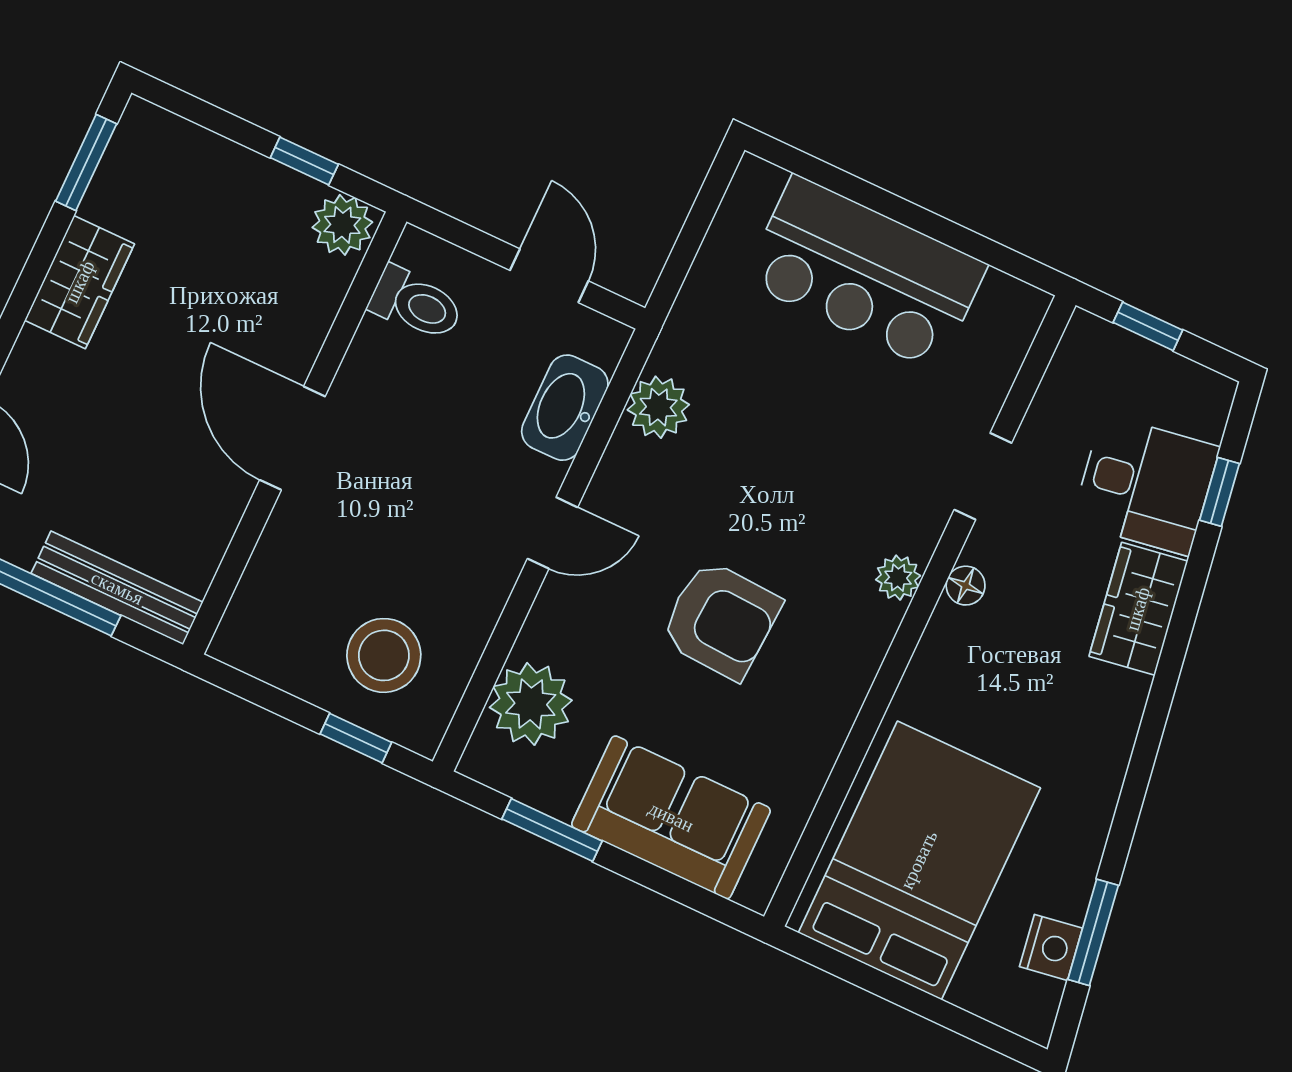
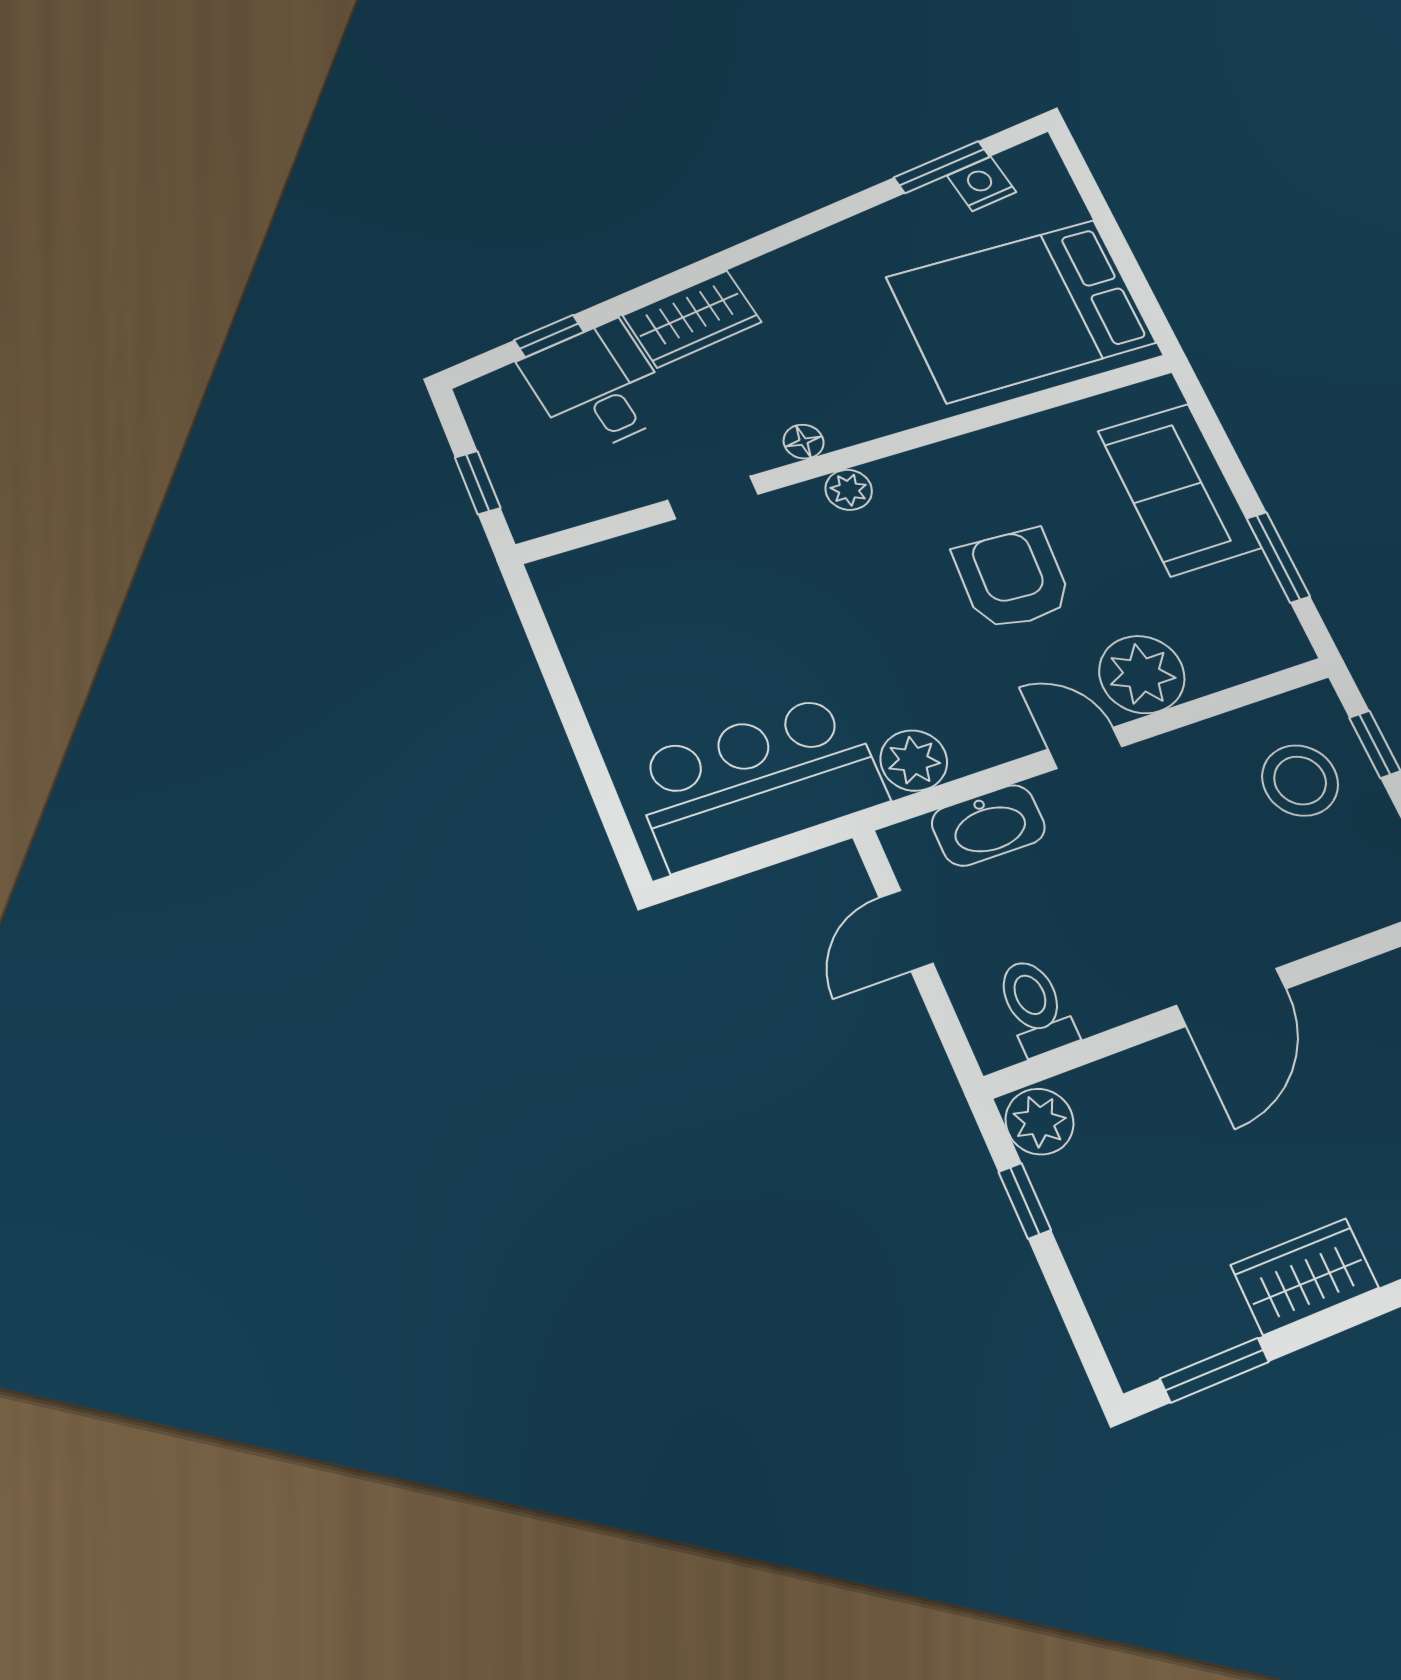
bar counter: (865, 273) -> (758, 781), moved, turned -90
plant: (531, 704) -> (1142, 674), moved

